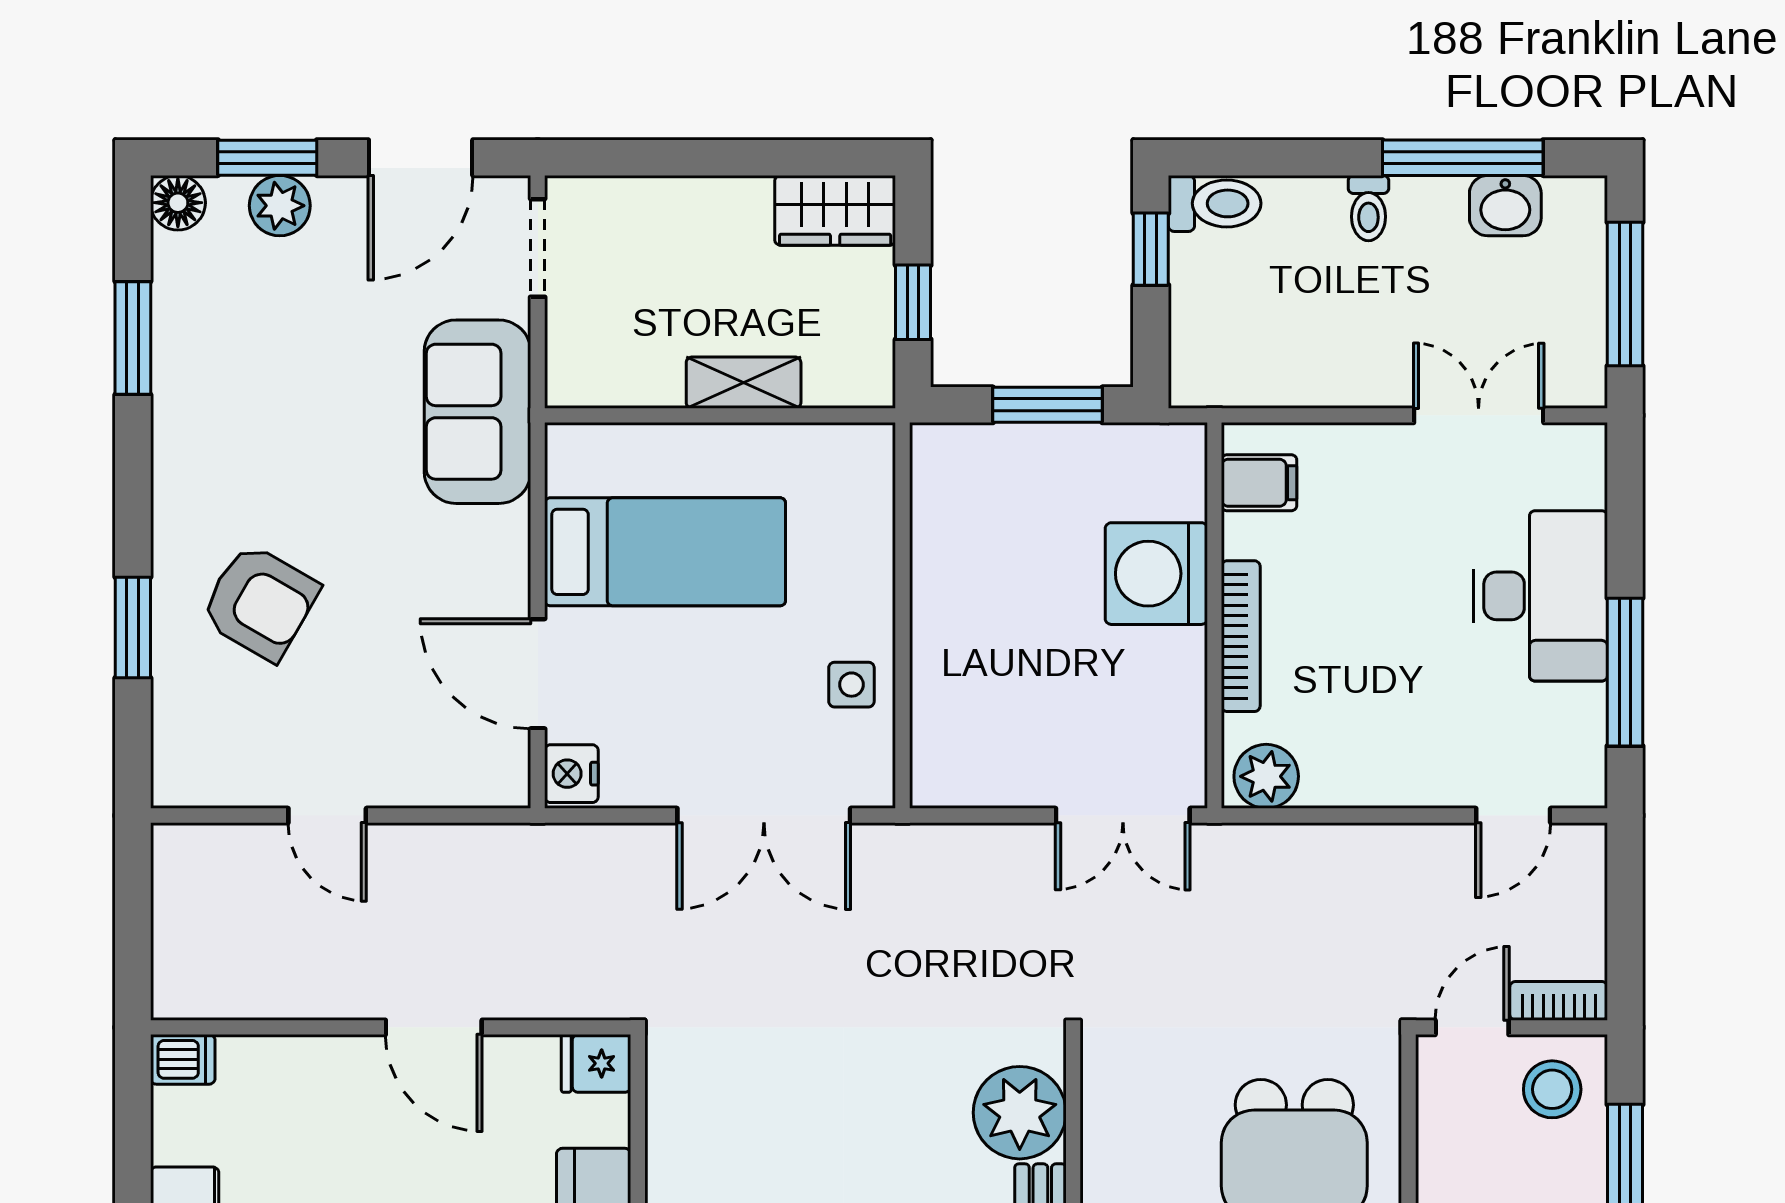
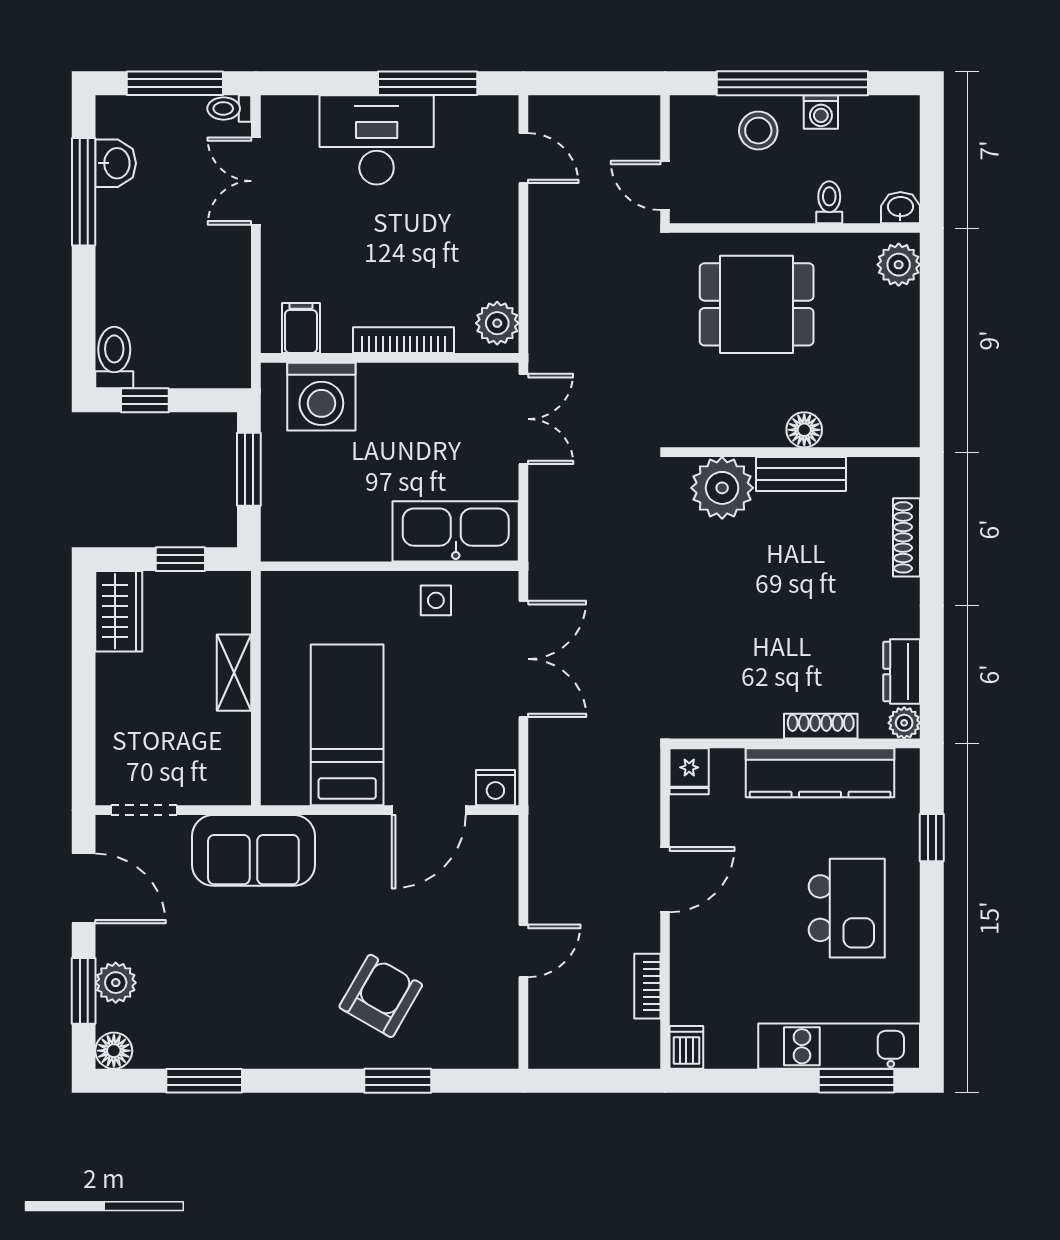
toilet: (1368, 208) -> (229, 108), moved, turned 180
washing machine: (1156, 574) -> (321, 397), moved
kitchen sink: (955, 714) -> (456, 531), added
bookcase: (1559, 1001) -> (647, 986), moved
stool: (1552, 1089) -> (758, 131), moved

